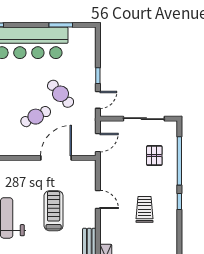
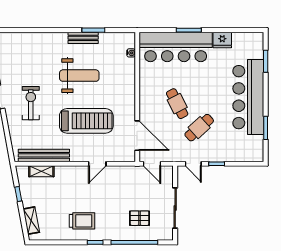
door: (56, 158) -> (137, 136), moved
trolley: (145, 209) -> (82, 221), moved
treadmill: (54, 211) -> (86, 121), width x1.37, depth x1.38

